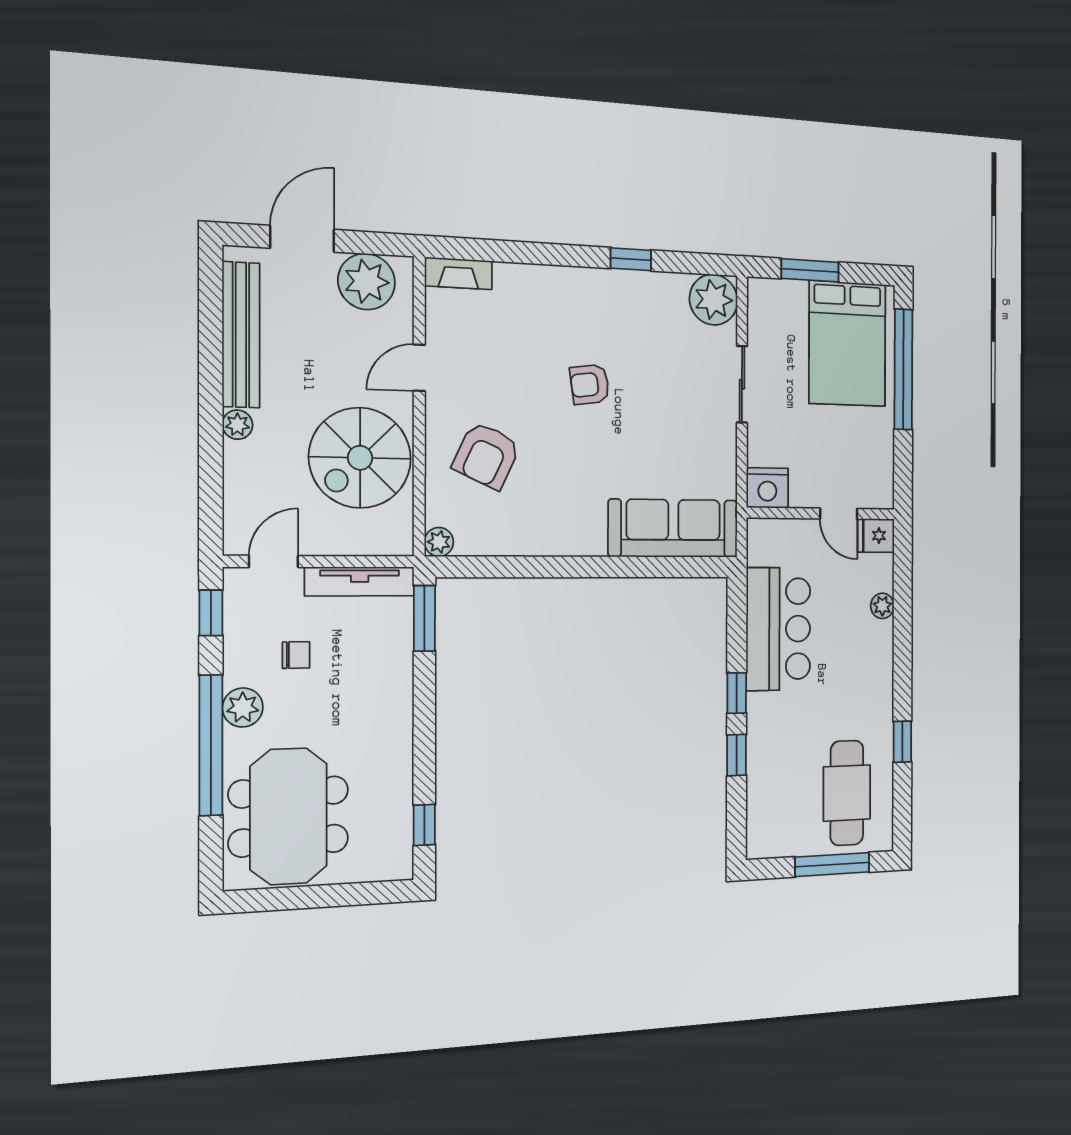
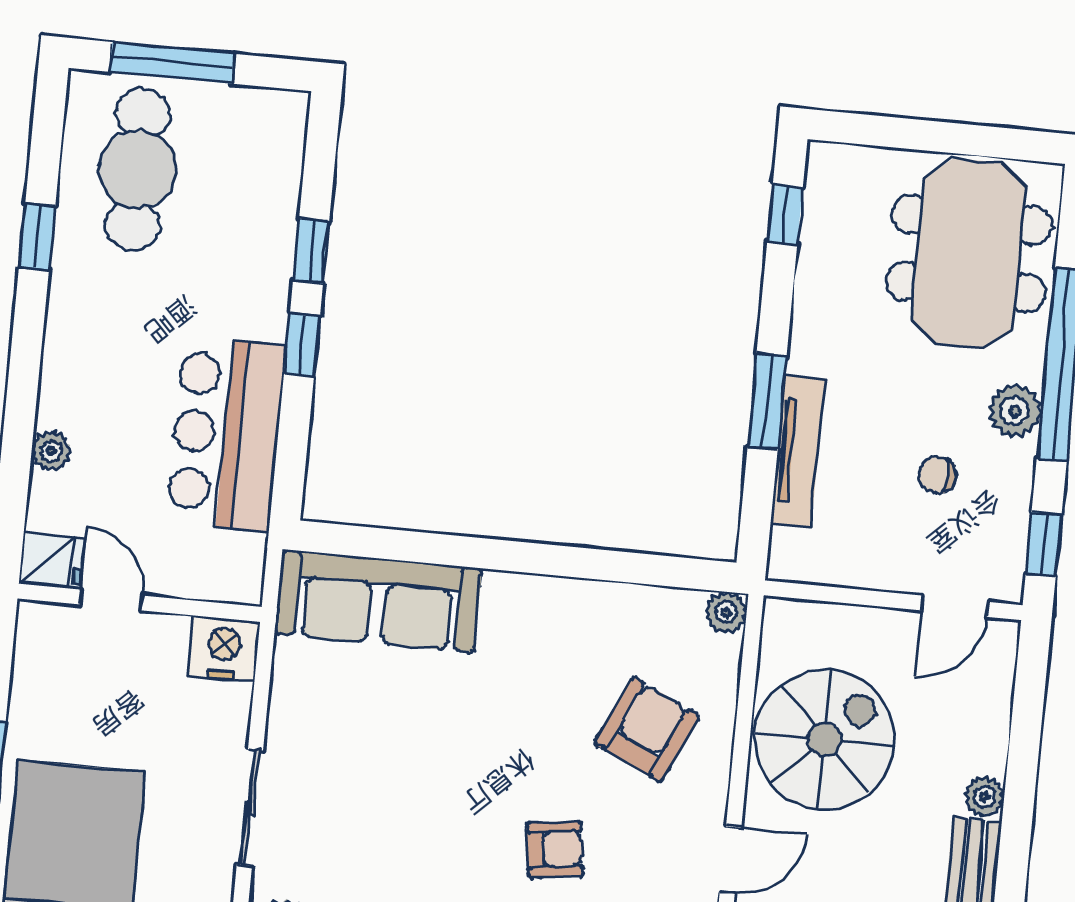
armchair: (590, 384) -> (555, 849), moved
tv unit: (360, 581) -> (798, 451), moved, turned 90
window: (424, 618) -> (767, 401), moved

